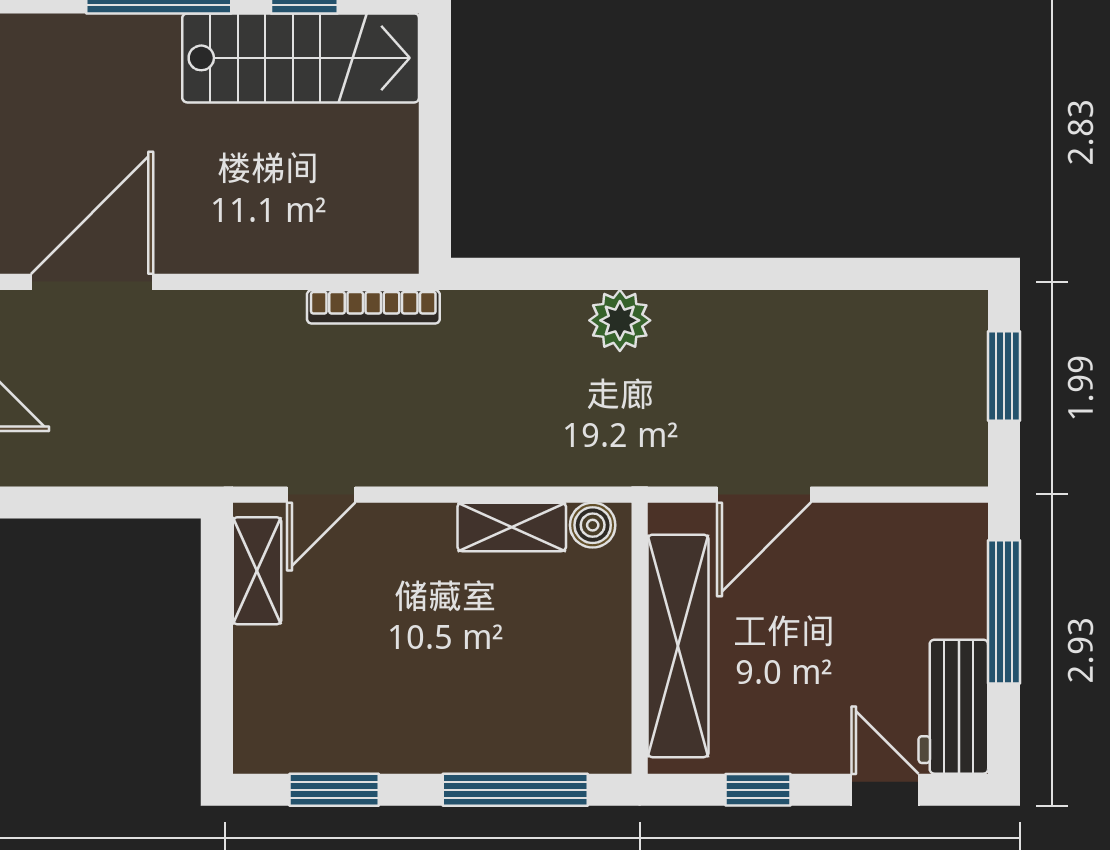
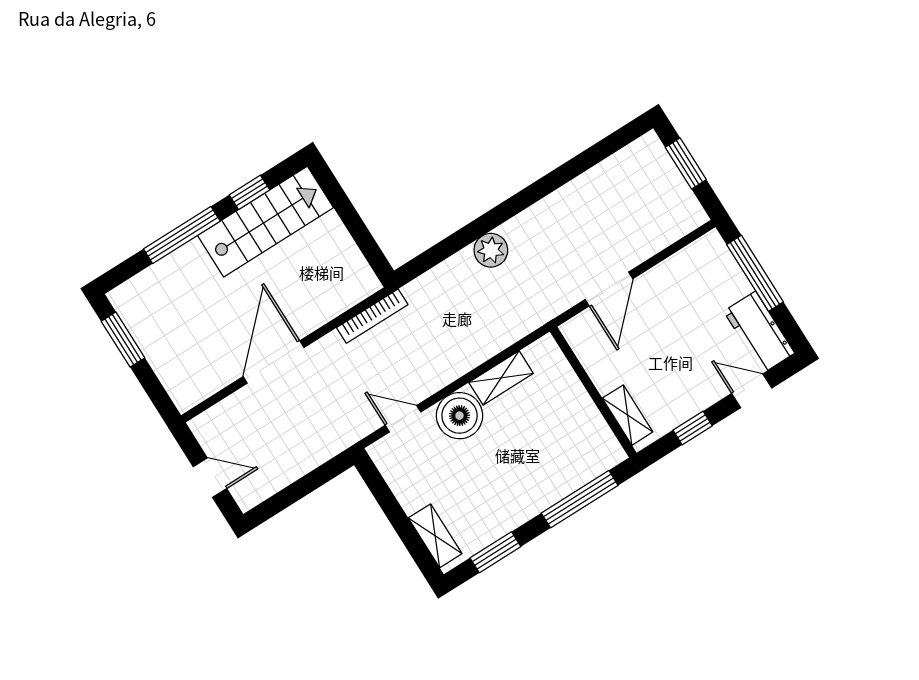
door: (92, 282) -> (274, 362), moved
door: (321, 495) -> (403, 419), swing flipped
boiler: (593, 525) -> (460, 416), moved, width x1.86, depth x1.86
shelving: (257, 571) -> (435, 536), moved
shelving: (678, 646) -> (628, 415), width x0.45, depth x0.75

